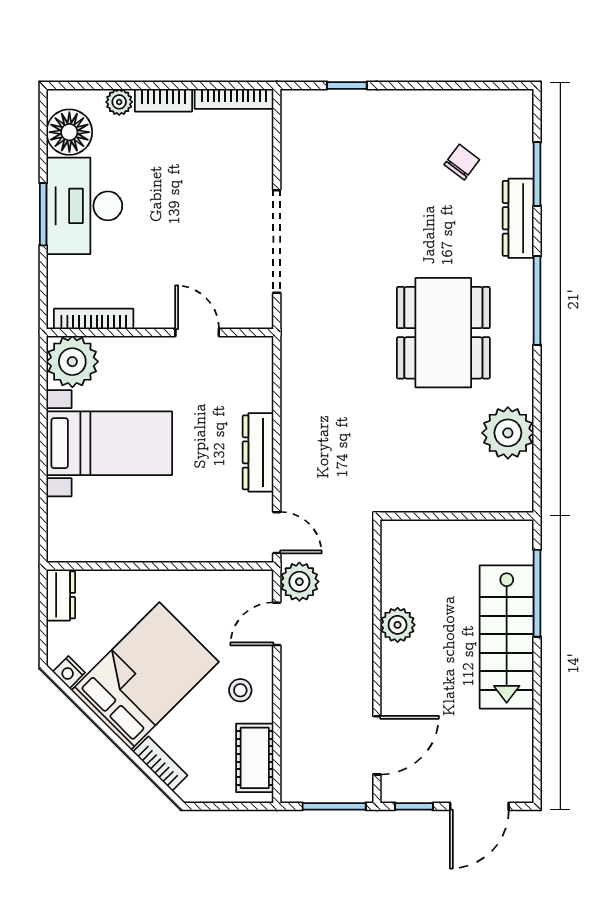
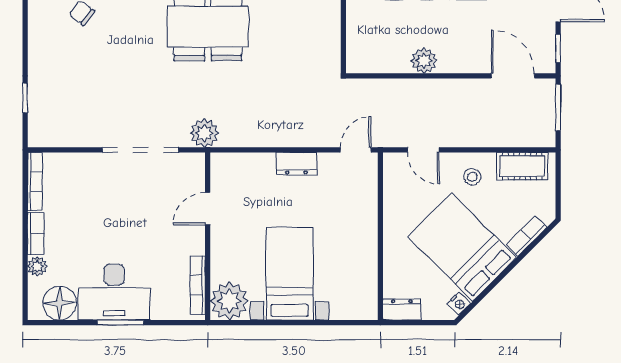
dresser: (258, 452) -> (296, 164), width x0.70
plant: (299, 582) -> (204, 133), moved

